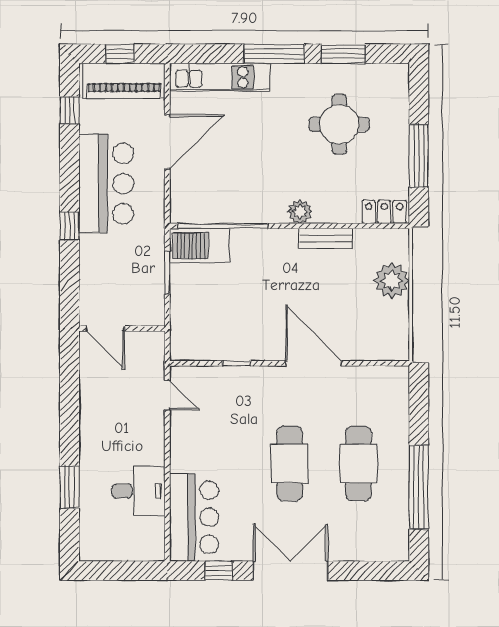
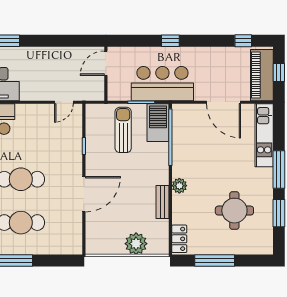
bar counter: (106, 184) -> (162, 84), moved, turned 180
sun lounger: (211, 301) -> (123, 130), added

